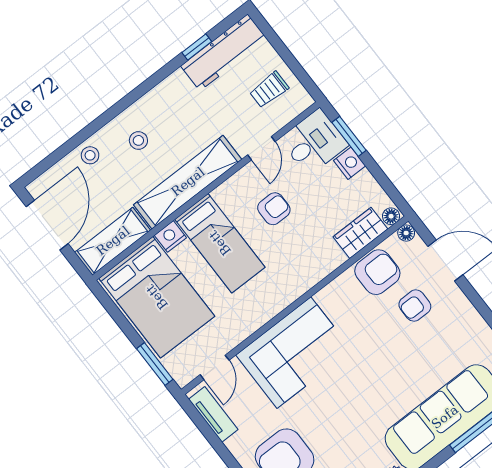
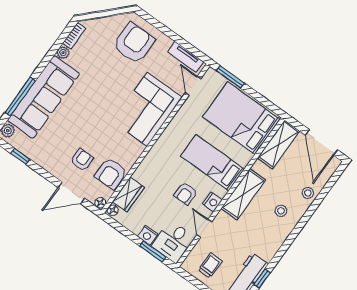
shelving: (188, 182) -> (243, 194), width x0.68
nightstand: (170, 236) -> (212, 202), moved

